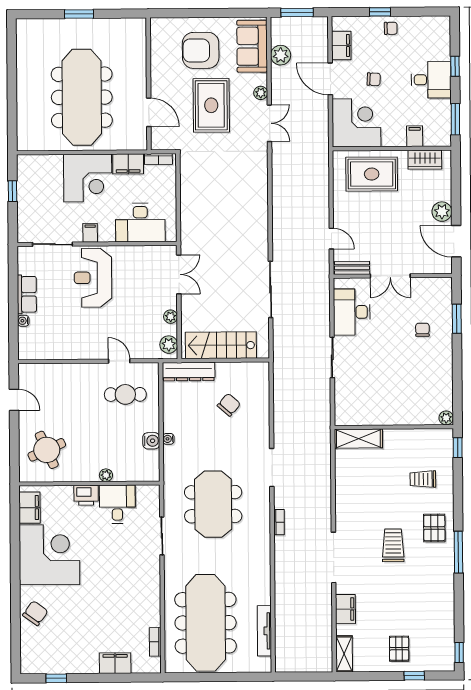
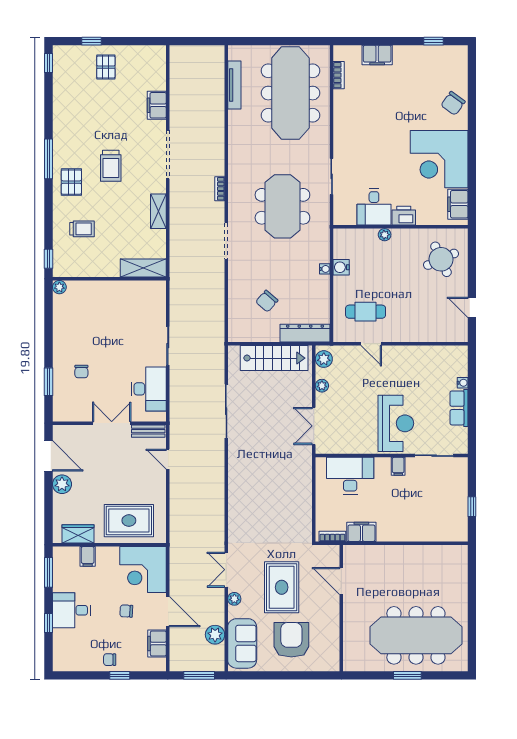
armchair: (201, 50) -> (291, 640), turned -90
meeting table: (82, 97) -> (416, 635), moved, turned 90
corner desk: (88, 178) -> (400, 519), removed
shelving: (344, 654) -> (158, 211), moved

